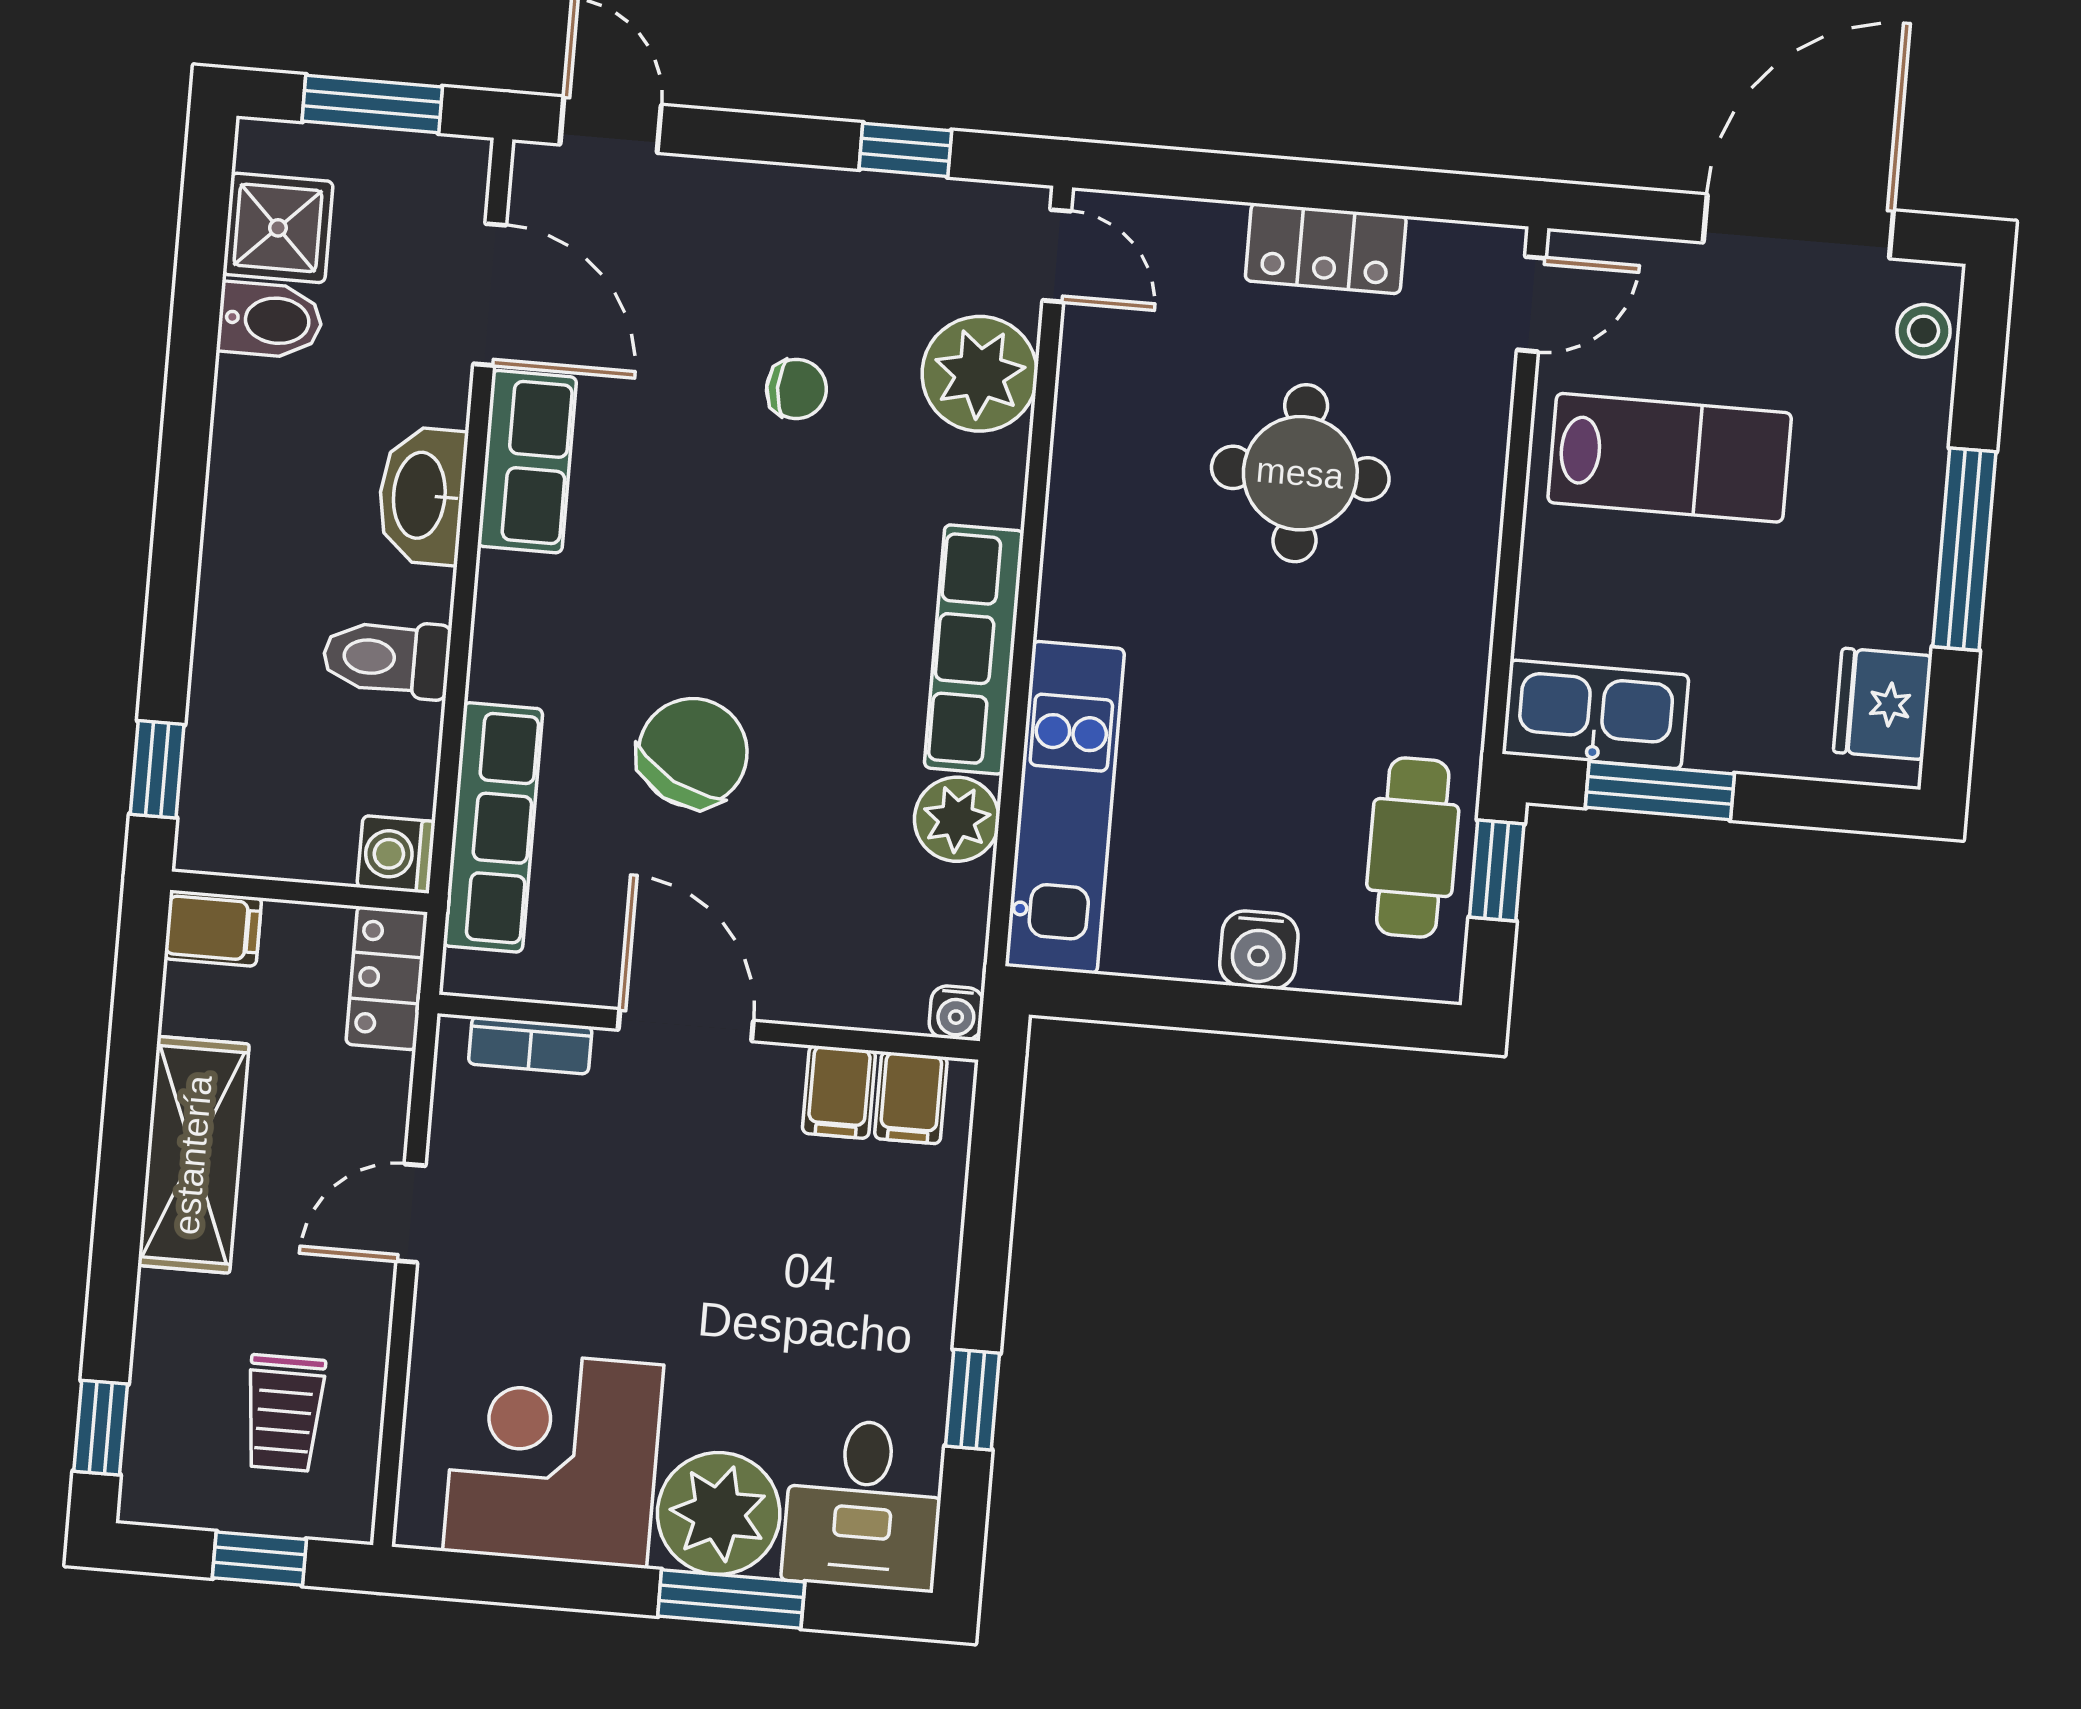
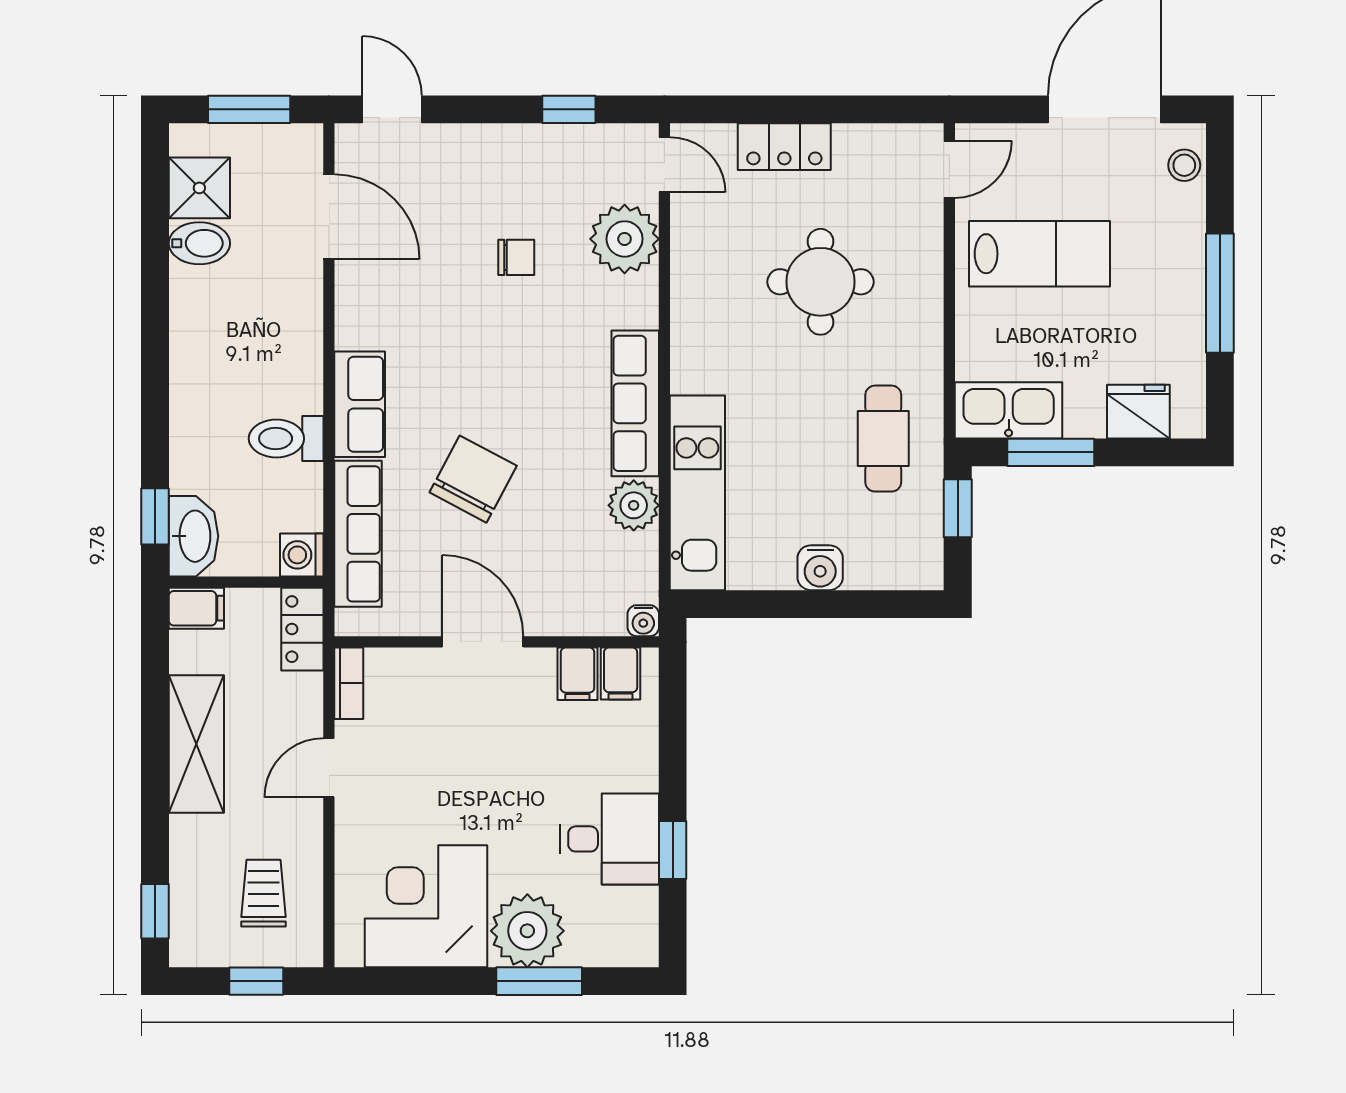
locker: (1326, 248) -> (784, 147), moved
row of seats: (527, 462) -> (360, 404), moved
washbasin: (422, 496) -> (193, 536), moved, turned 180
fridge: (1883, 704) -> (1138, 412), moved, turned 90
cafe table: (1413, 848) -> (883, 439), moved
bookcase: (530, 1045) -> (349, 683), moved, turned -90
trolley: (284, 1413) -> (264, 893), turned 180
desk: (864, 1505) -> (610, 839), moved, turned -90

